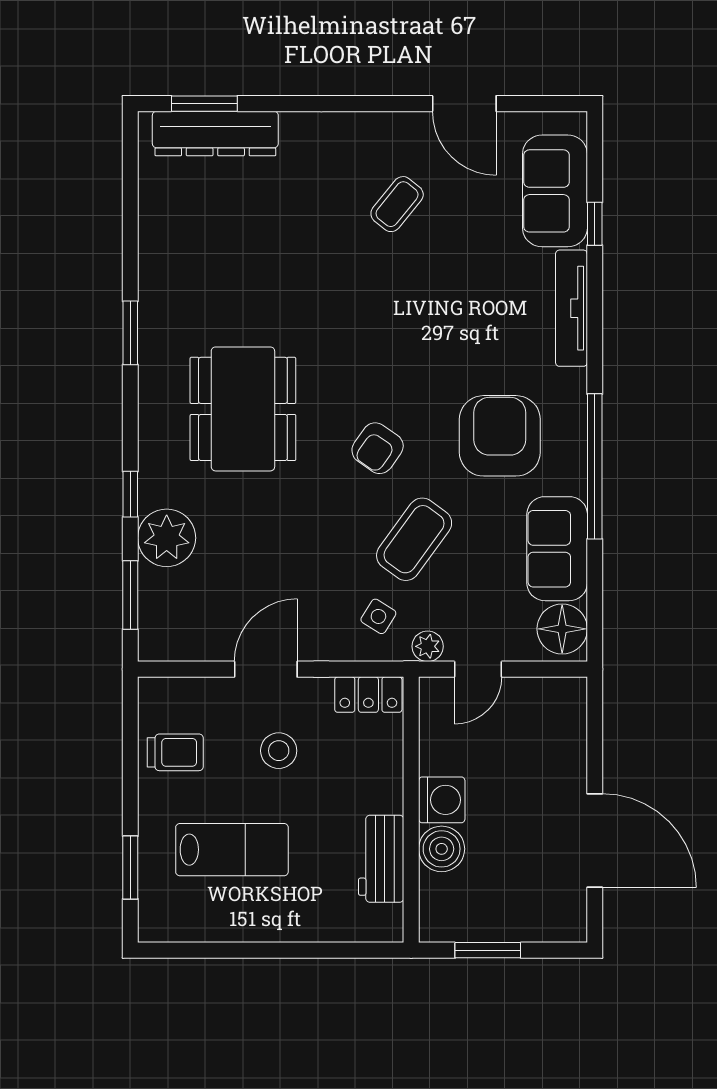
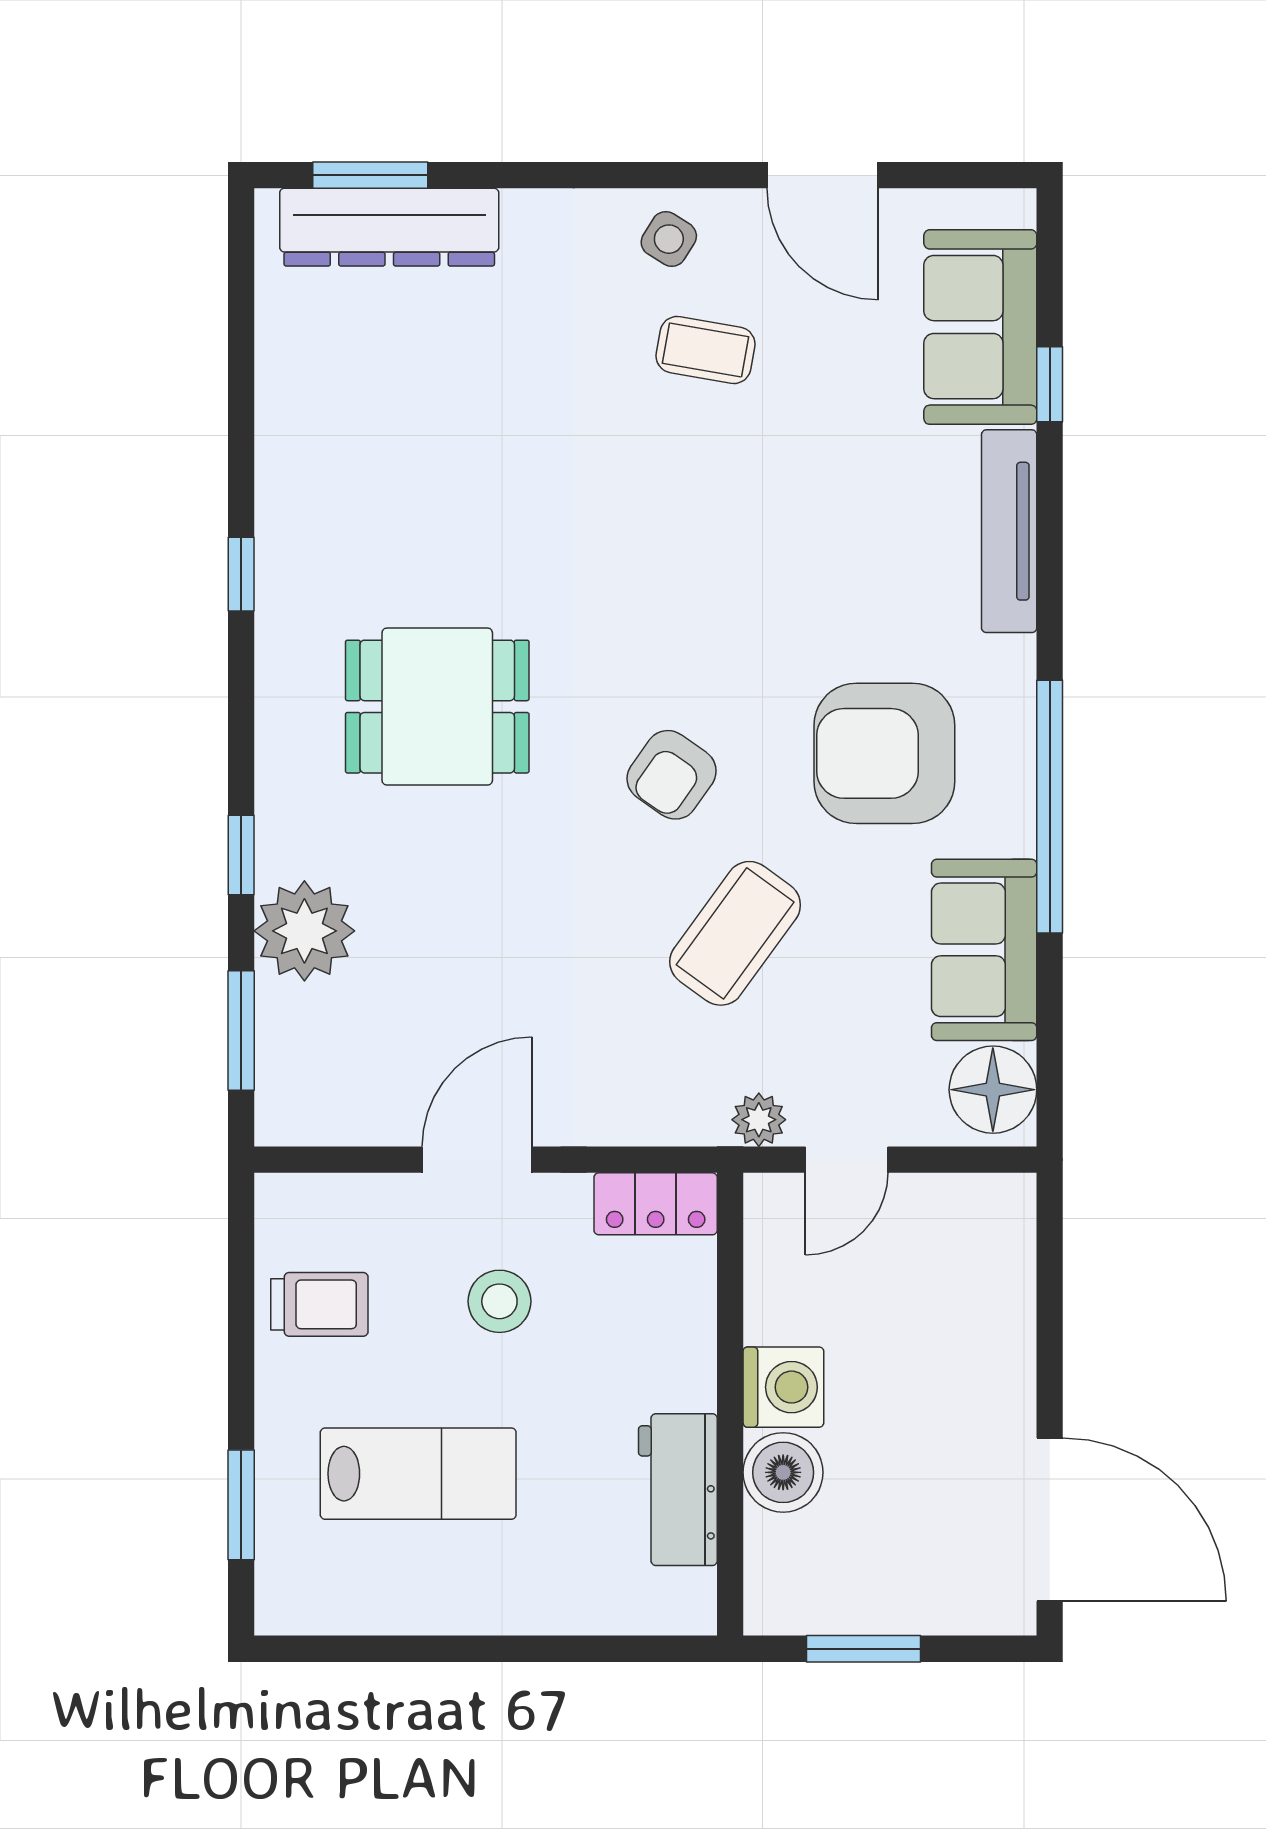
coffee table: (397, 204) -> (706, 350), turned 61
window: (130, 333) -> (241, 574), width x0.67
dining table: (243, 409) -> (437, 707), width x0.73
armchair: (500, 436) -> (884, 753), turned -90
side table: (378, 616) -> (669, 239), moved
door: (595, 841) -> (1050, 1520), moved

